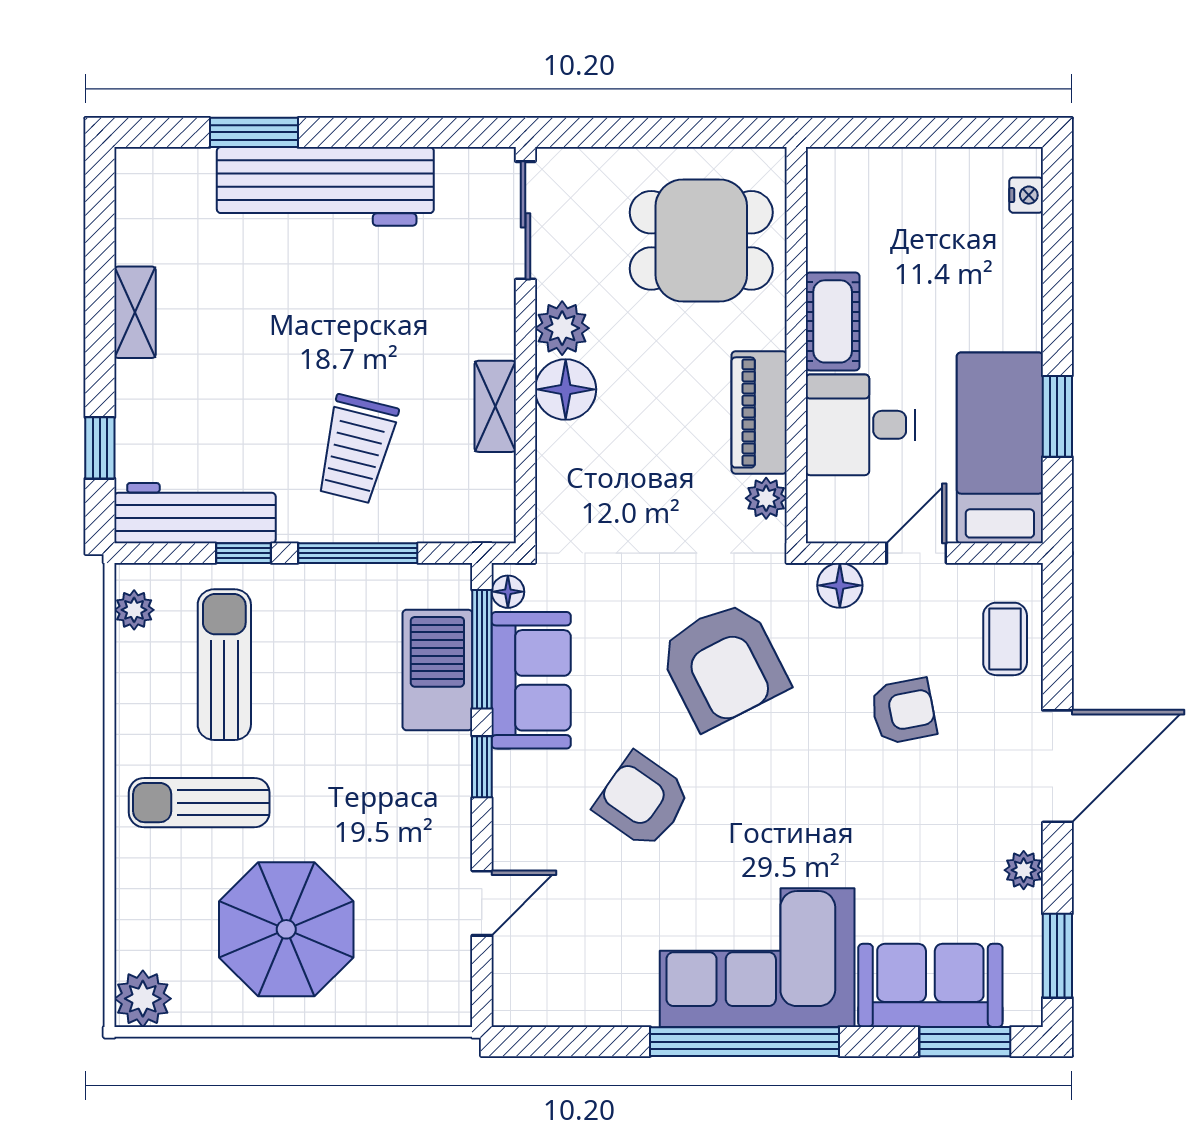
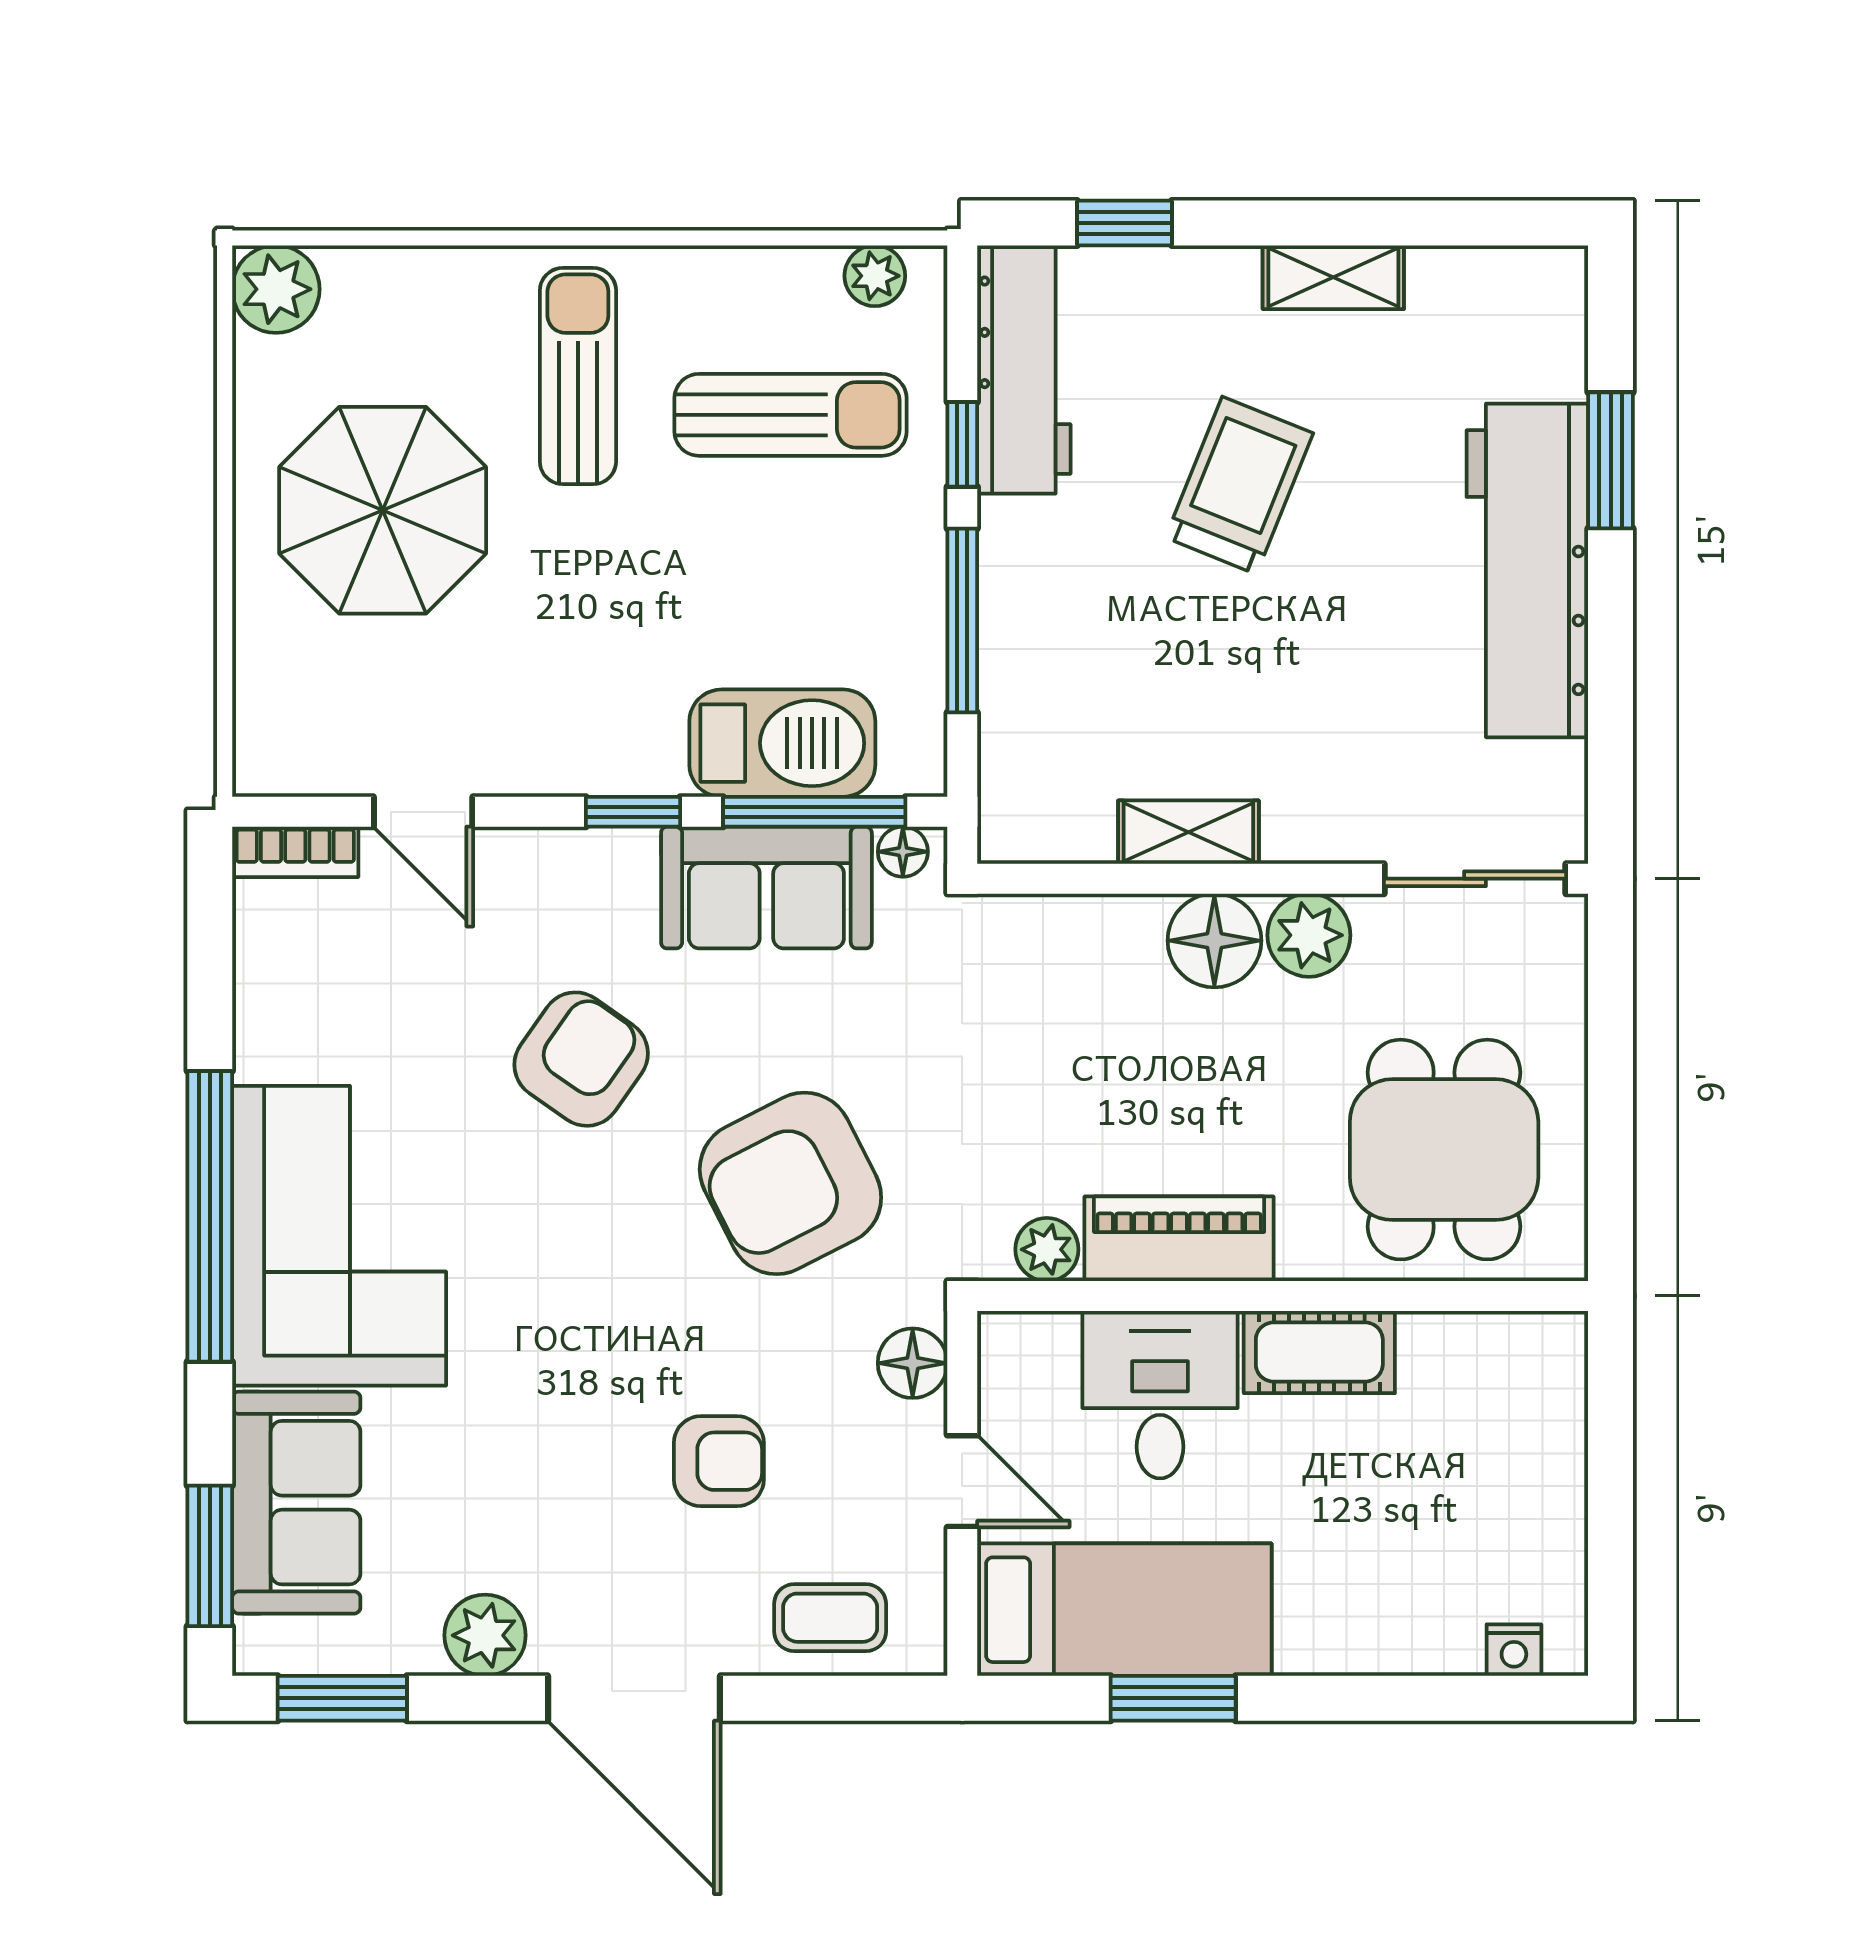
trolley: (356, 449) -> (1239, 485), moved, turned 98
armchair: (903, 711) -> (719, 1461), turned -79
plant: (1024, 870) -> (485, 1635), width x1.38, depth x1.38
bookcase: (508, 986) -> (295, 852), added

